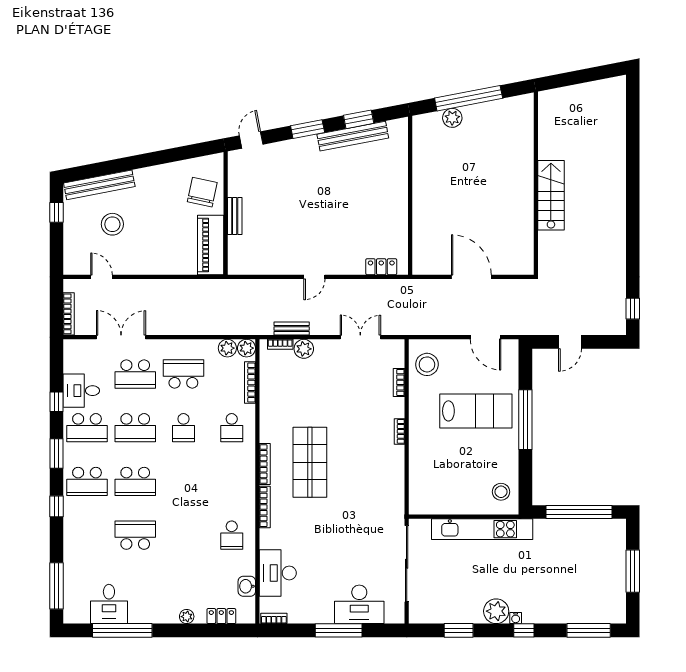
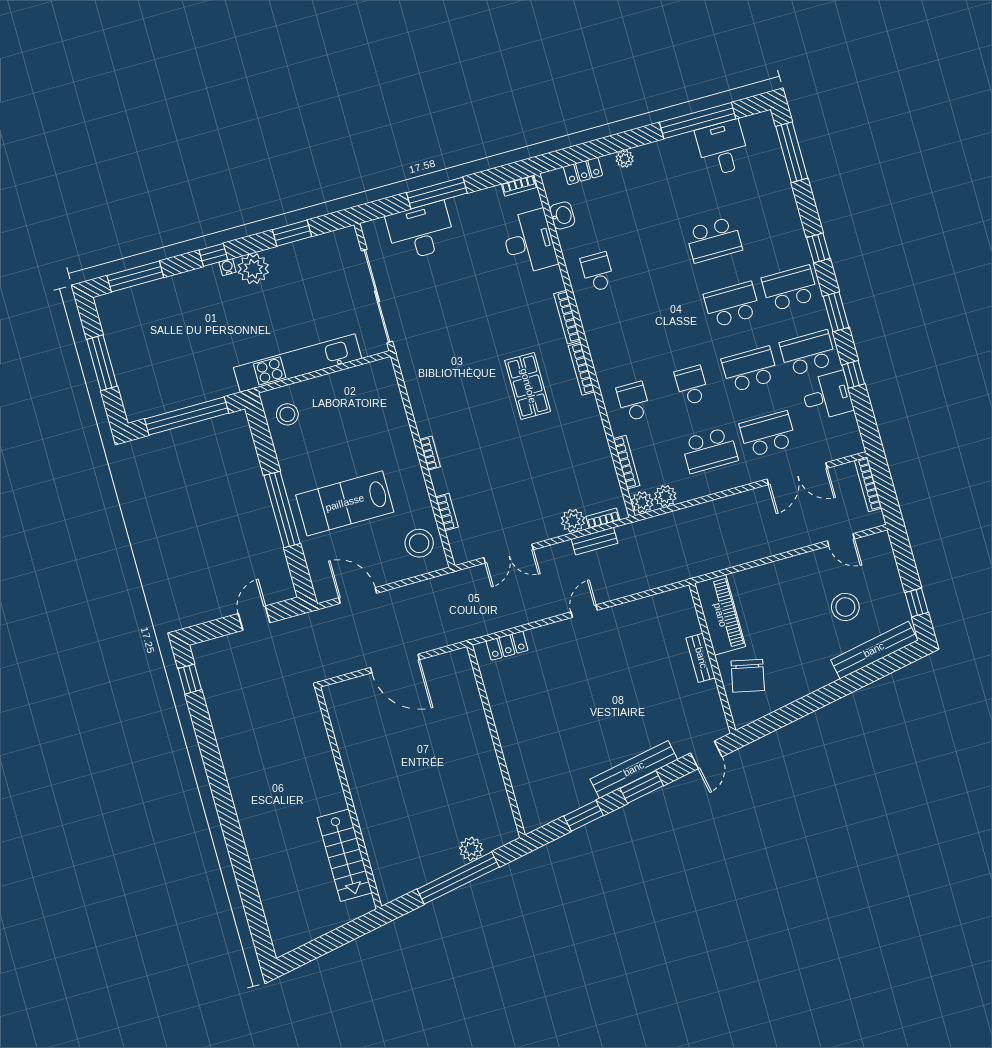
bench: (353, 136) -> (634, 769), moved
stairs: (551, 195) -> (345, 855), moved
shop shelf: (310, 462) -> (528, 386), width x0.70, depth x0.74

